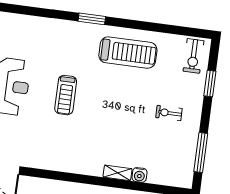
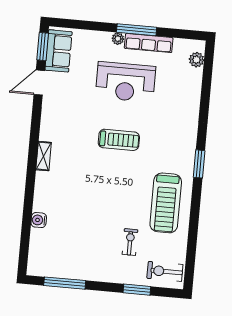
treadmill: (66, 95) -> (119, 140), turned 180
exercise bike: (169, 113) -> (130, 242), moved
shelving: (117, 173) -> (44, 156), moved

